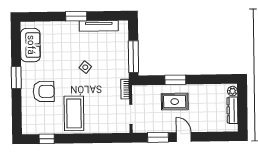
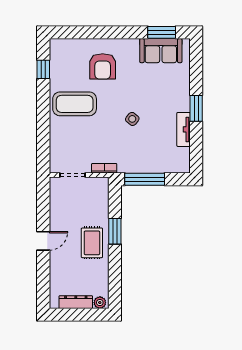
tv unit: (99, 26) -> (184, 129), width x0.71
window: (16, 77) -> (162, 32), moved
rug: (175, 102) -> (92, 243), moved
window: (158, 137) -> (43, 209), removed

